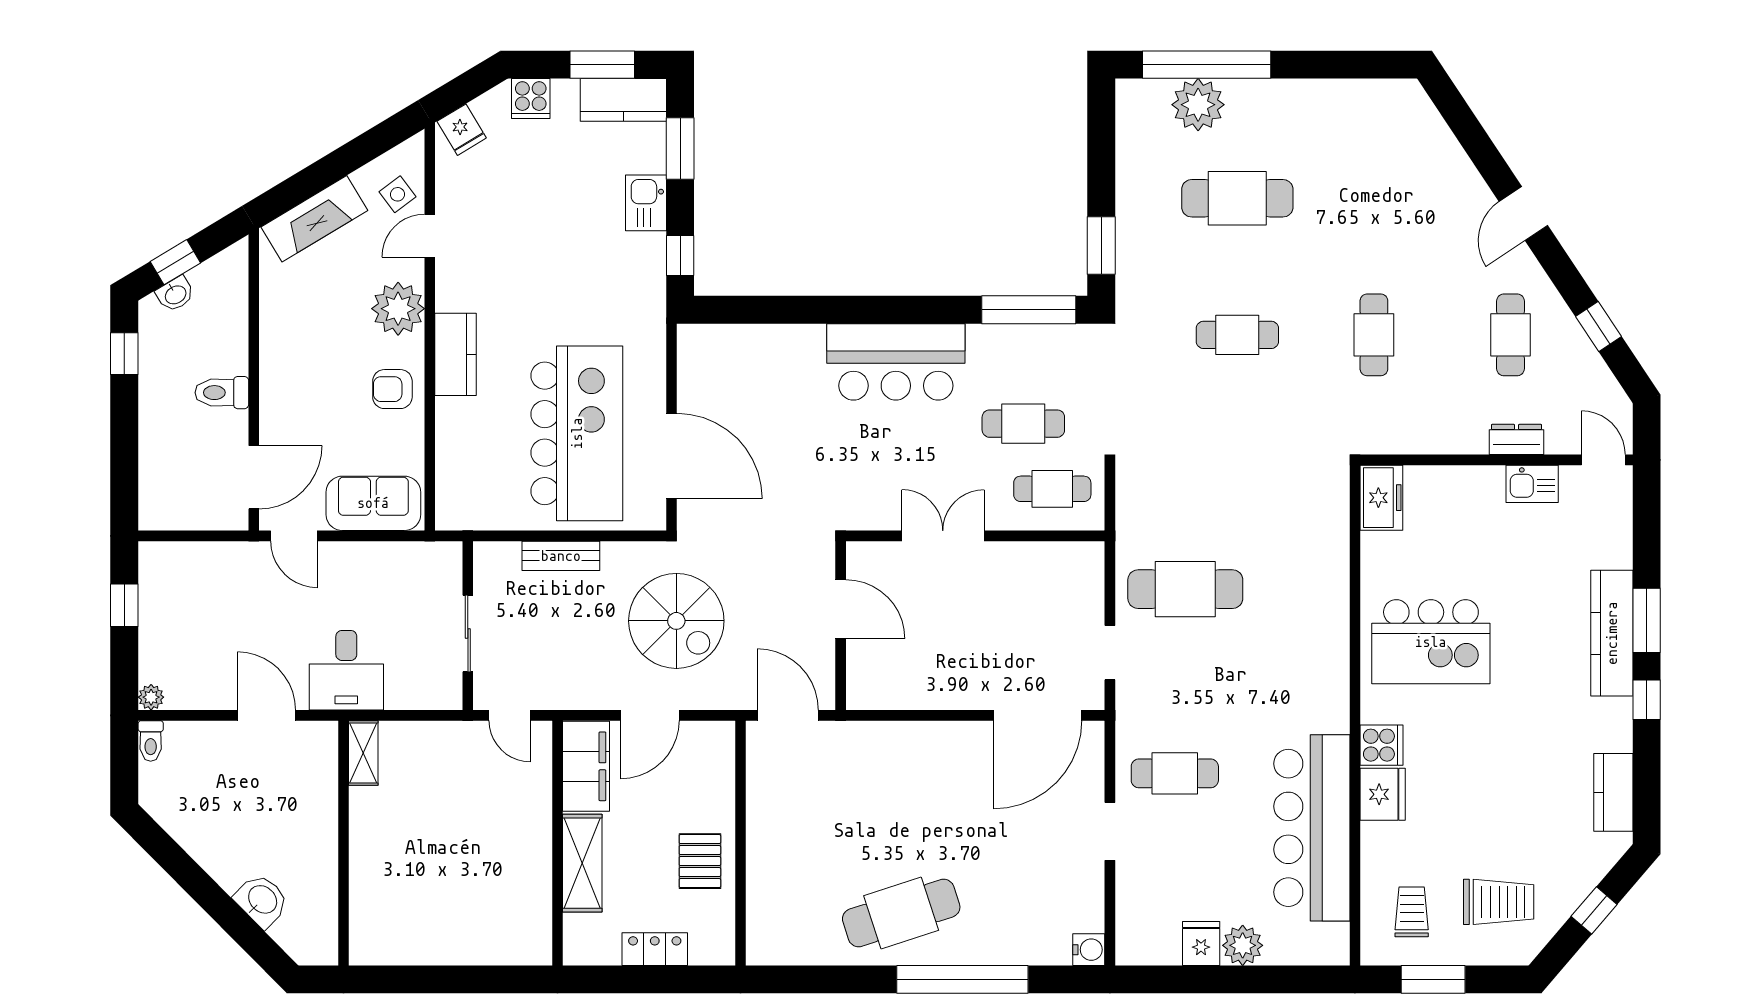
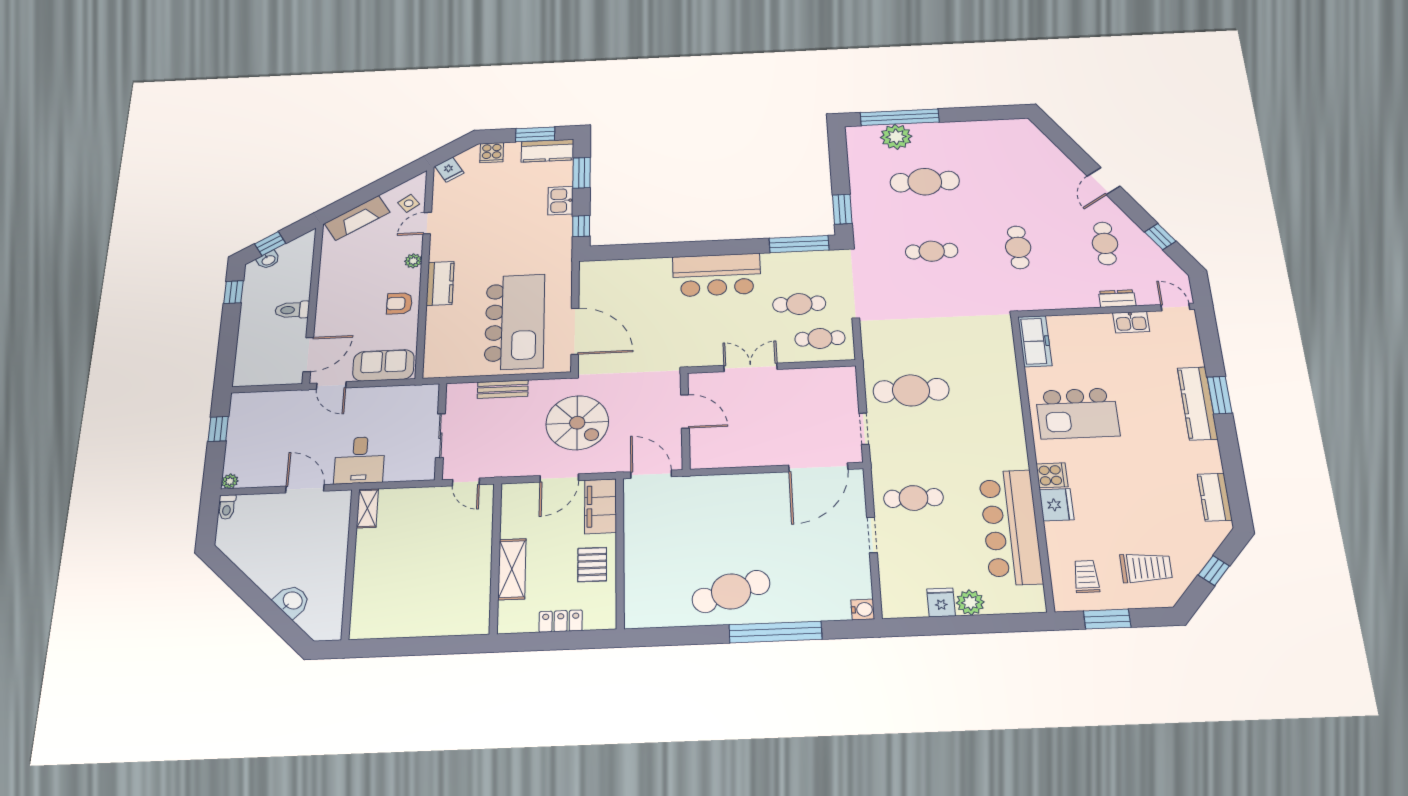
plant: (398, 309) -> (413, 261), width x0.53, depth x0.53
freezer: (1381, 498) -> (1035, 341), width x1.40
window: (1647, 700) -> (1228, 441), removed
filing cabinet: (586, 766) -> (600, 506), moved, turned 180

